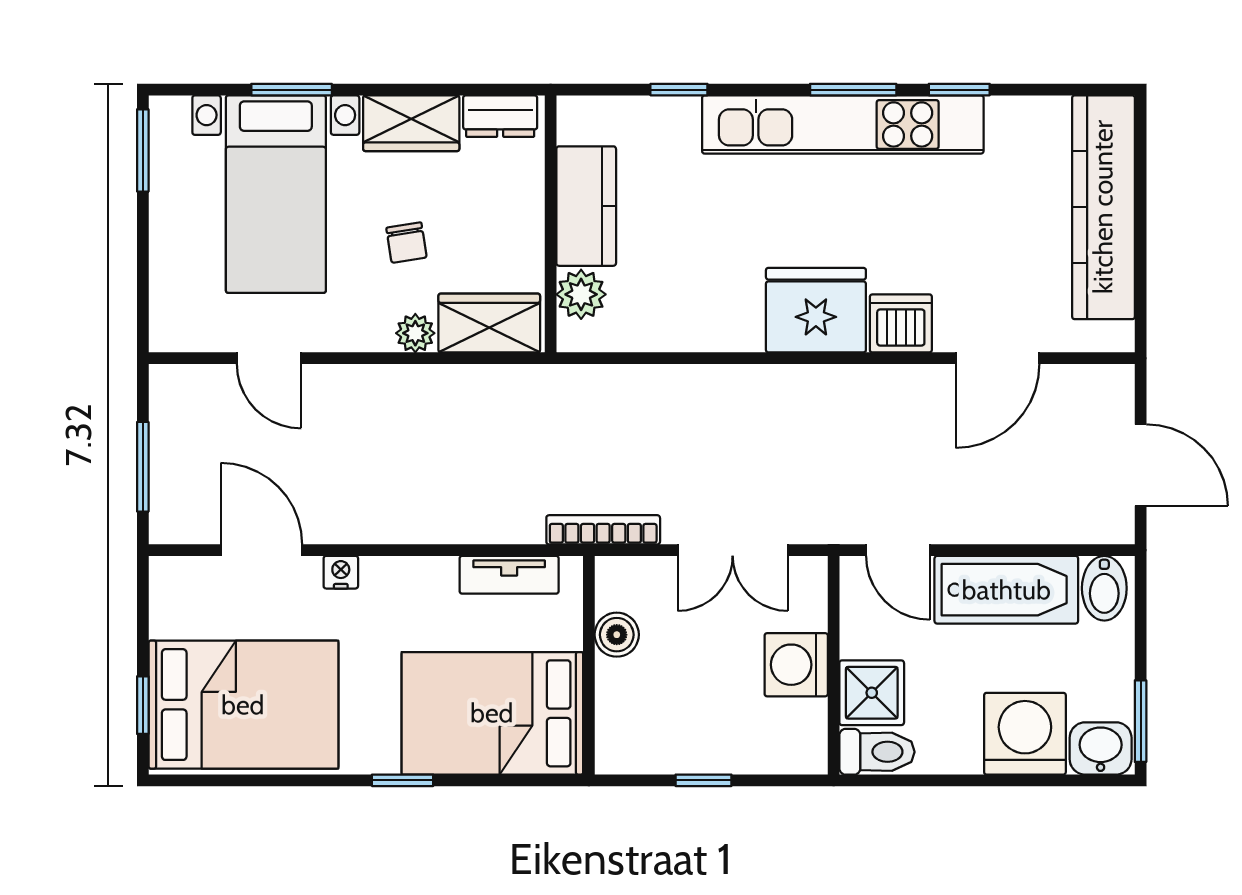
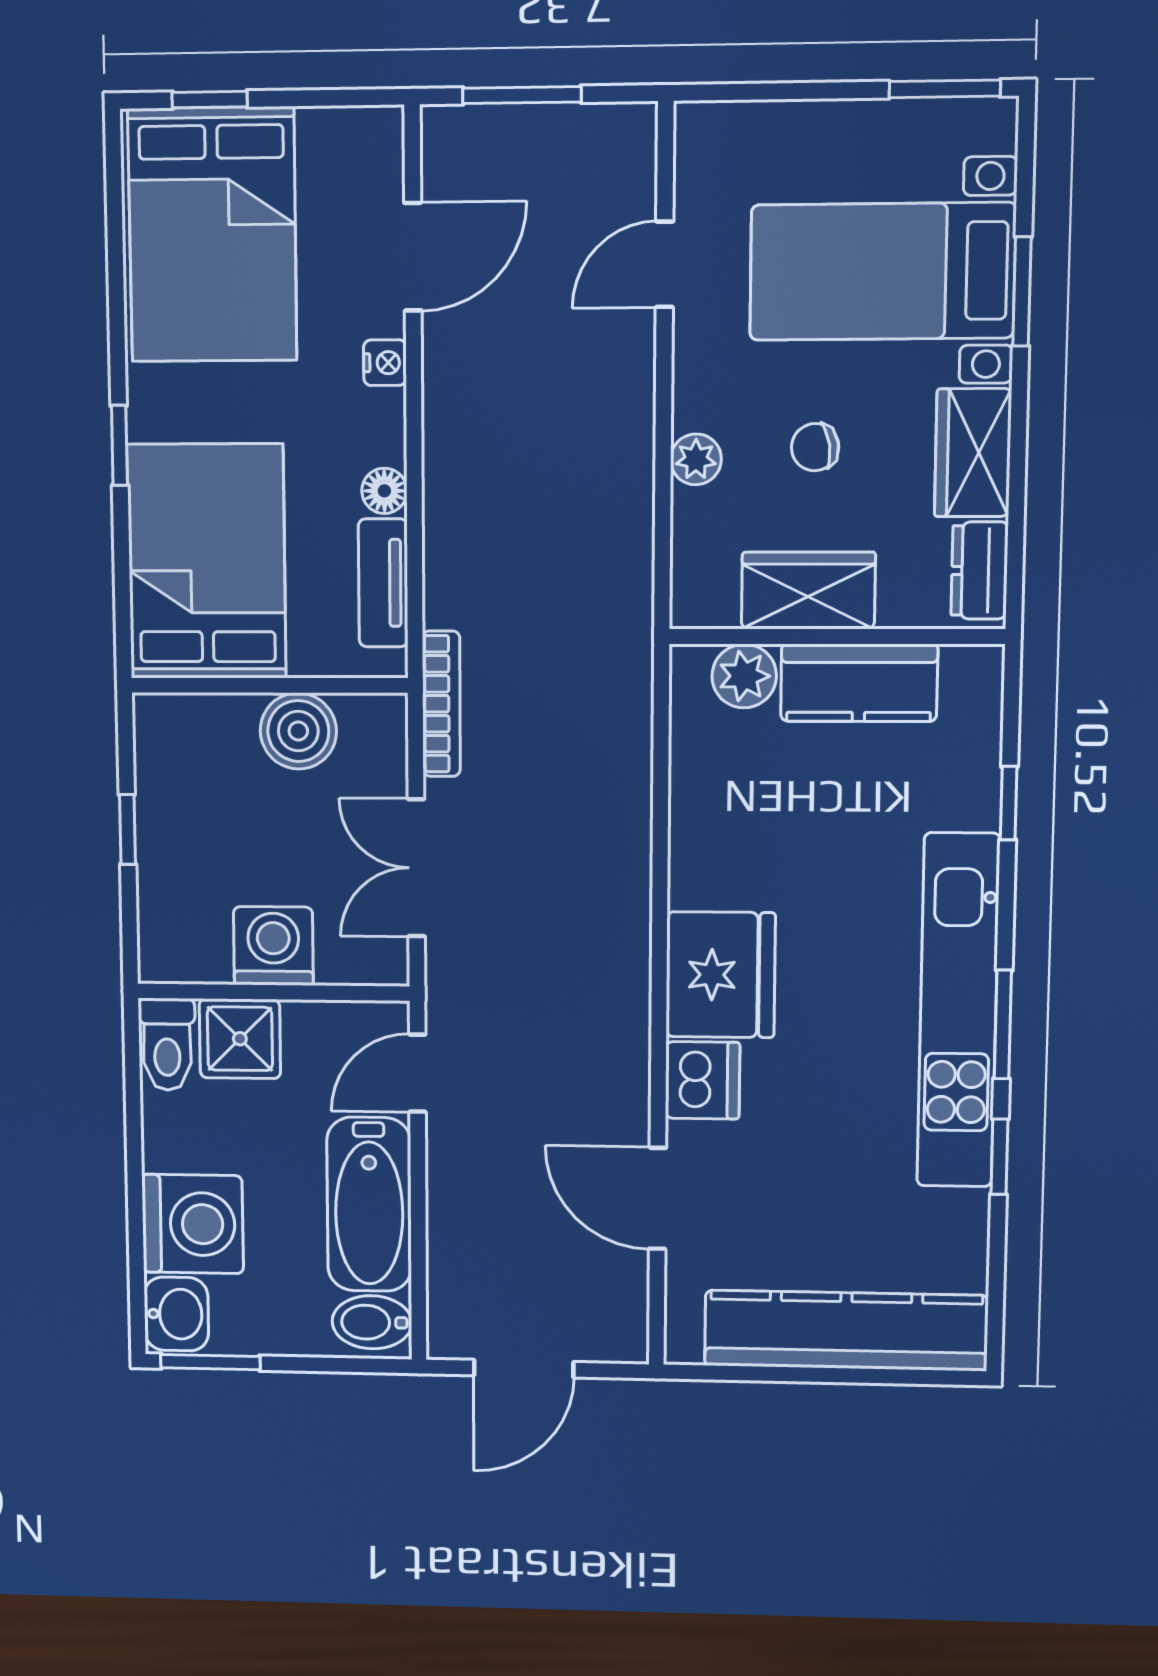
wardrobe: (489, 323) -> (808, 591), moved, turned -90
floor lamp: (438, 573) -> (384, 491), added
boiler: (617, 635) -> (298, 731), width x1.36, depth x1.36

